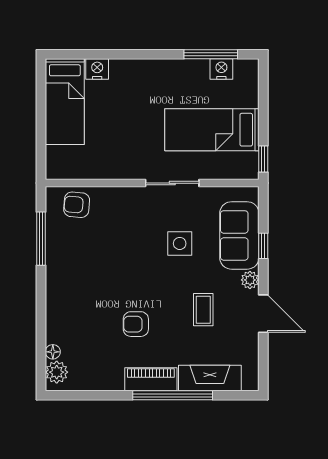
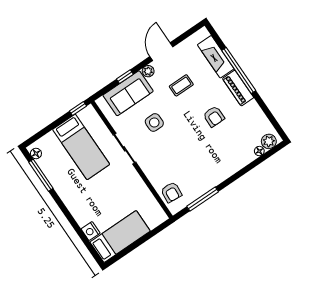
floor lamp: (243, 67) -> (36, 154), added
nightstand: (221, 69) -> (45, 164), removed

